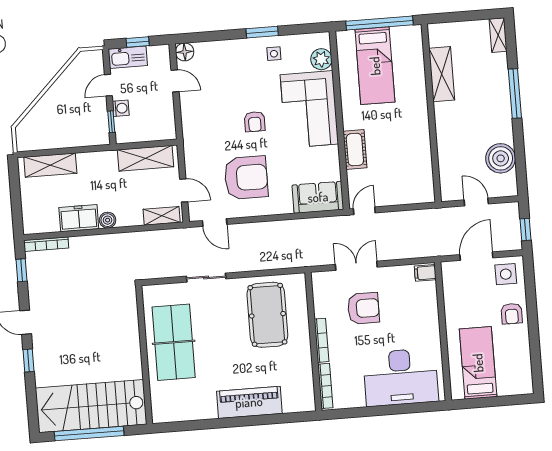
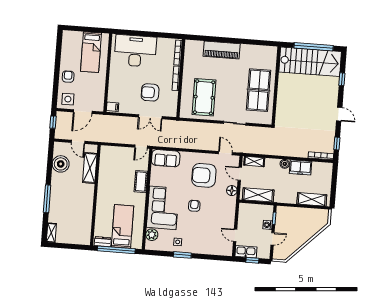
dresser: (405, 34) -> (103, 242), added
floor lamp: (185, 52) -> (232, 191), moved
kitchen sink: (128, 57) -> (246, 252), moved
shelving: (442, 74) -> (90, 168), moved
window: (29, 360) -> (342, 79), moved

